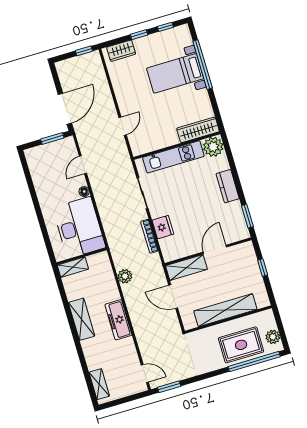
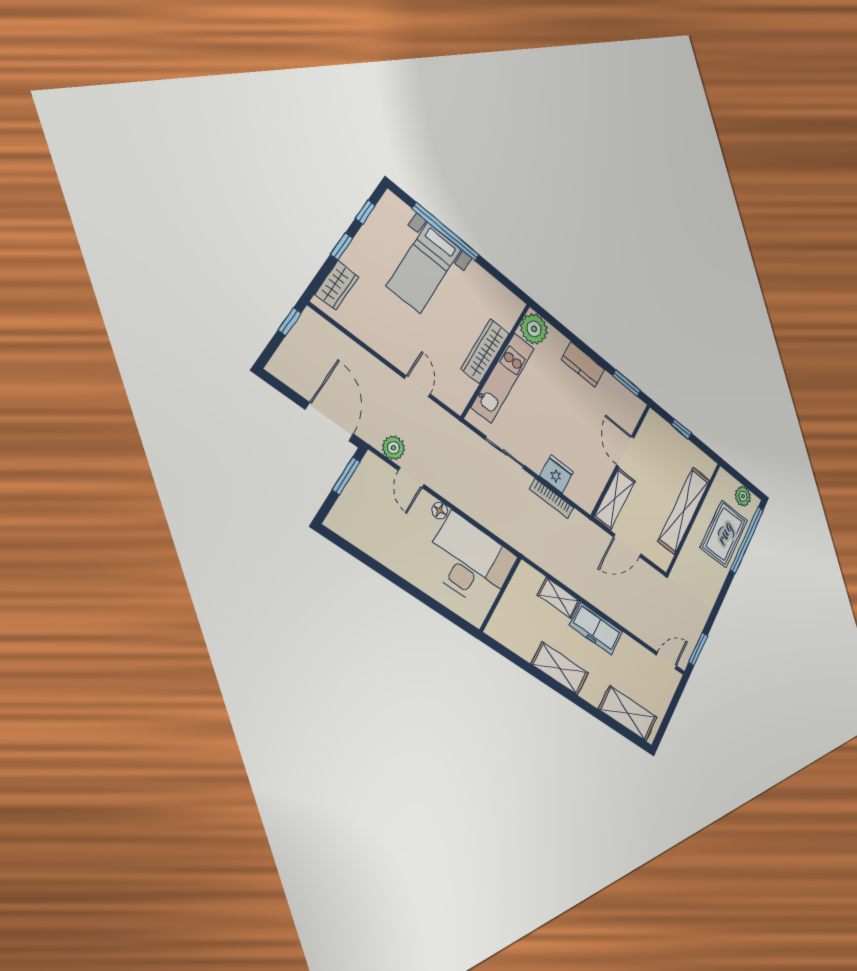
wardrobe: (198, 130) -> (485, 351), moved
shelving: (73, 267) -> (559, 598), moved, turned 90
plant: (125, 276) -> (393, 448), moved
shelving: (99, 384) -> (628, 713), width x1.50, depth x1.33

